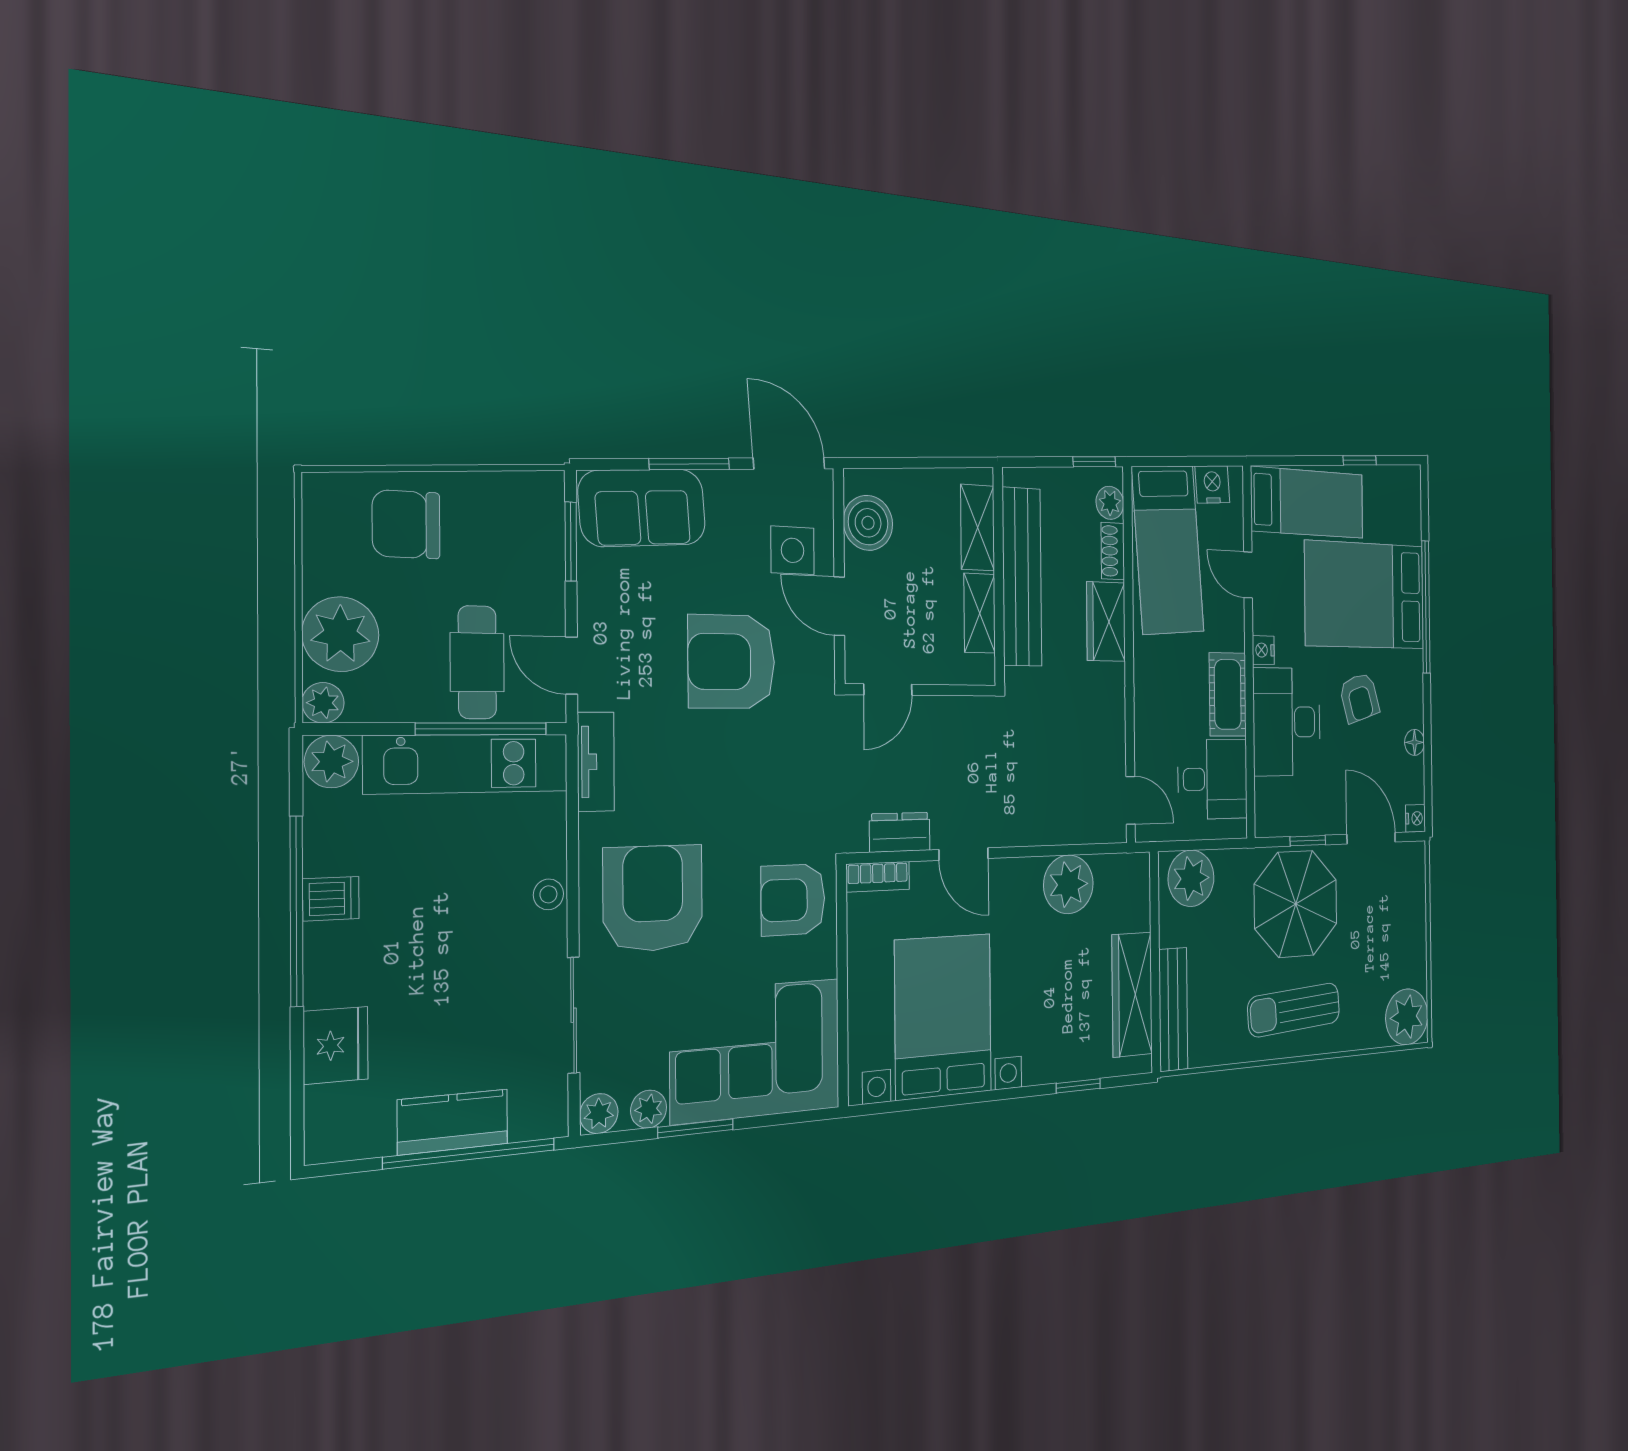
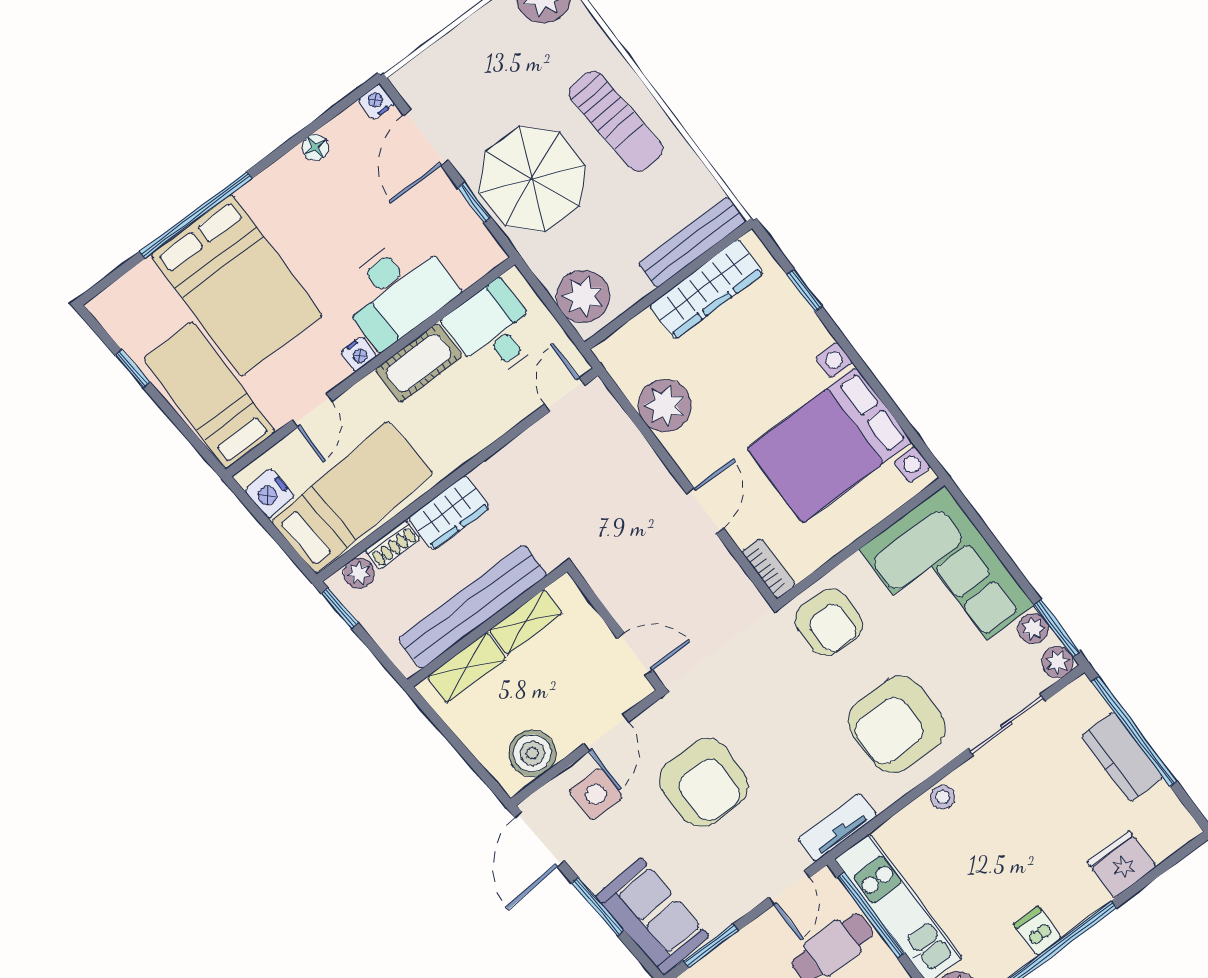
armchair: (1359, 698) -> (323, 232), removed
dresser: (900, 832) -> (726, 573), removed
window: (696, 1128) -> (1057, 628), moved

